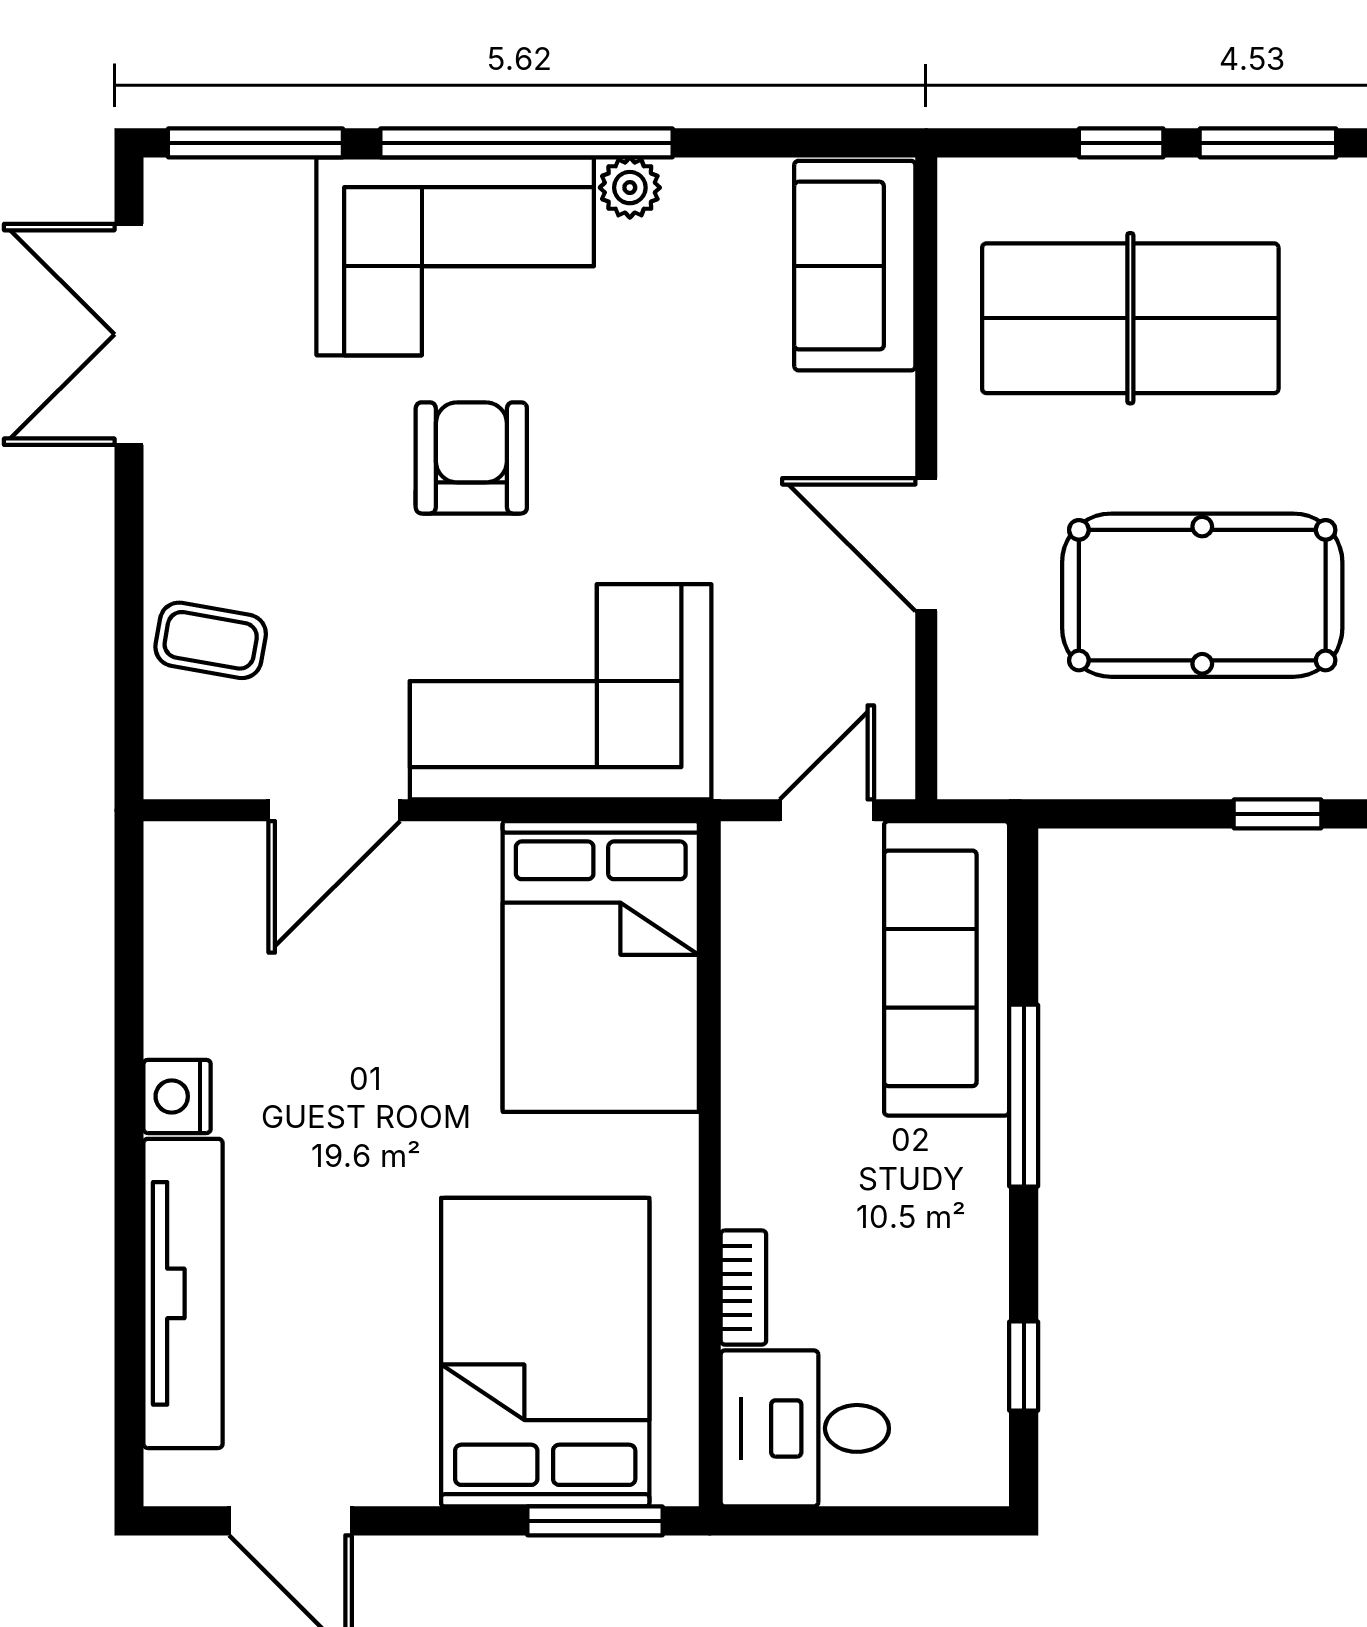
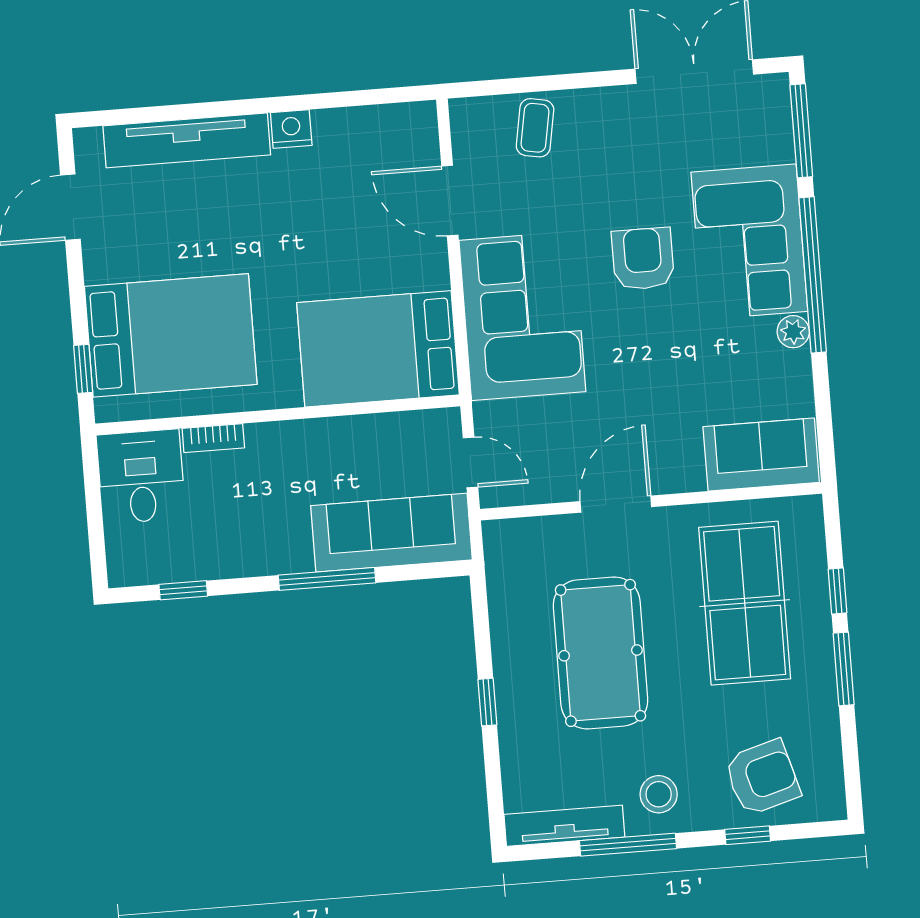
armchair: (471, 458) -> (643, 259), turned -90
window: (595, 1521) -> (83, 369), width x0.67

